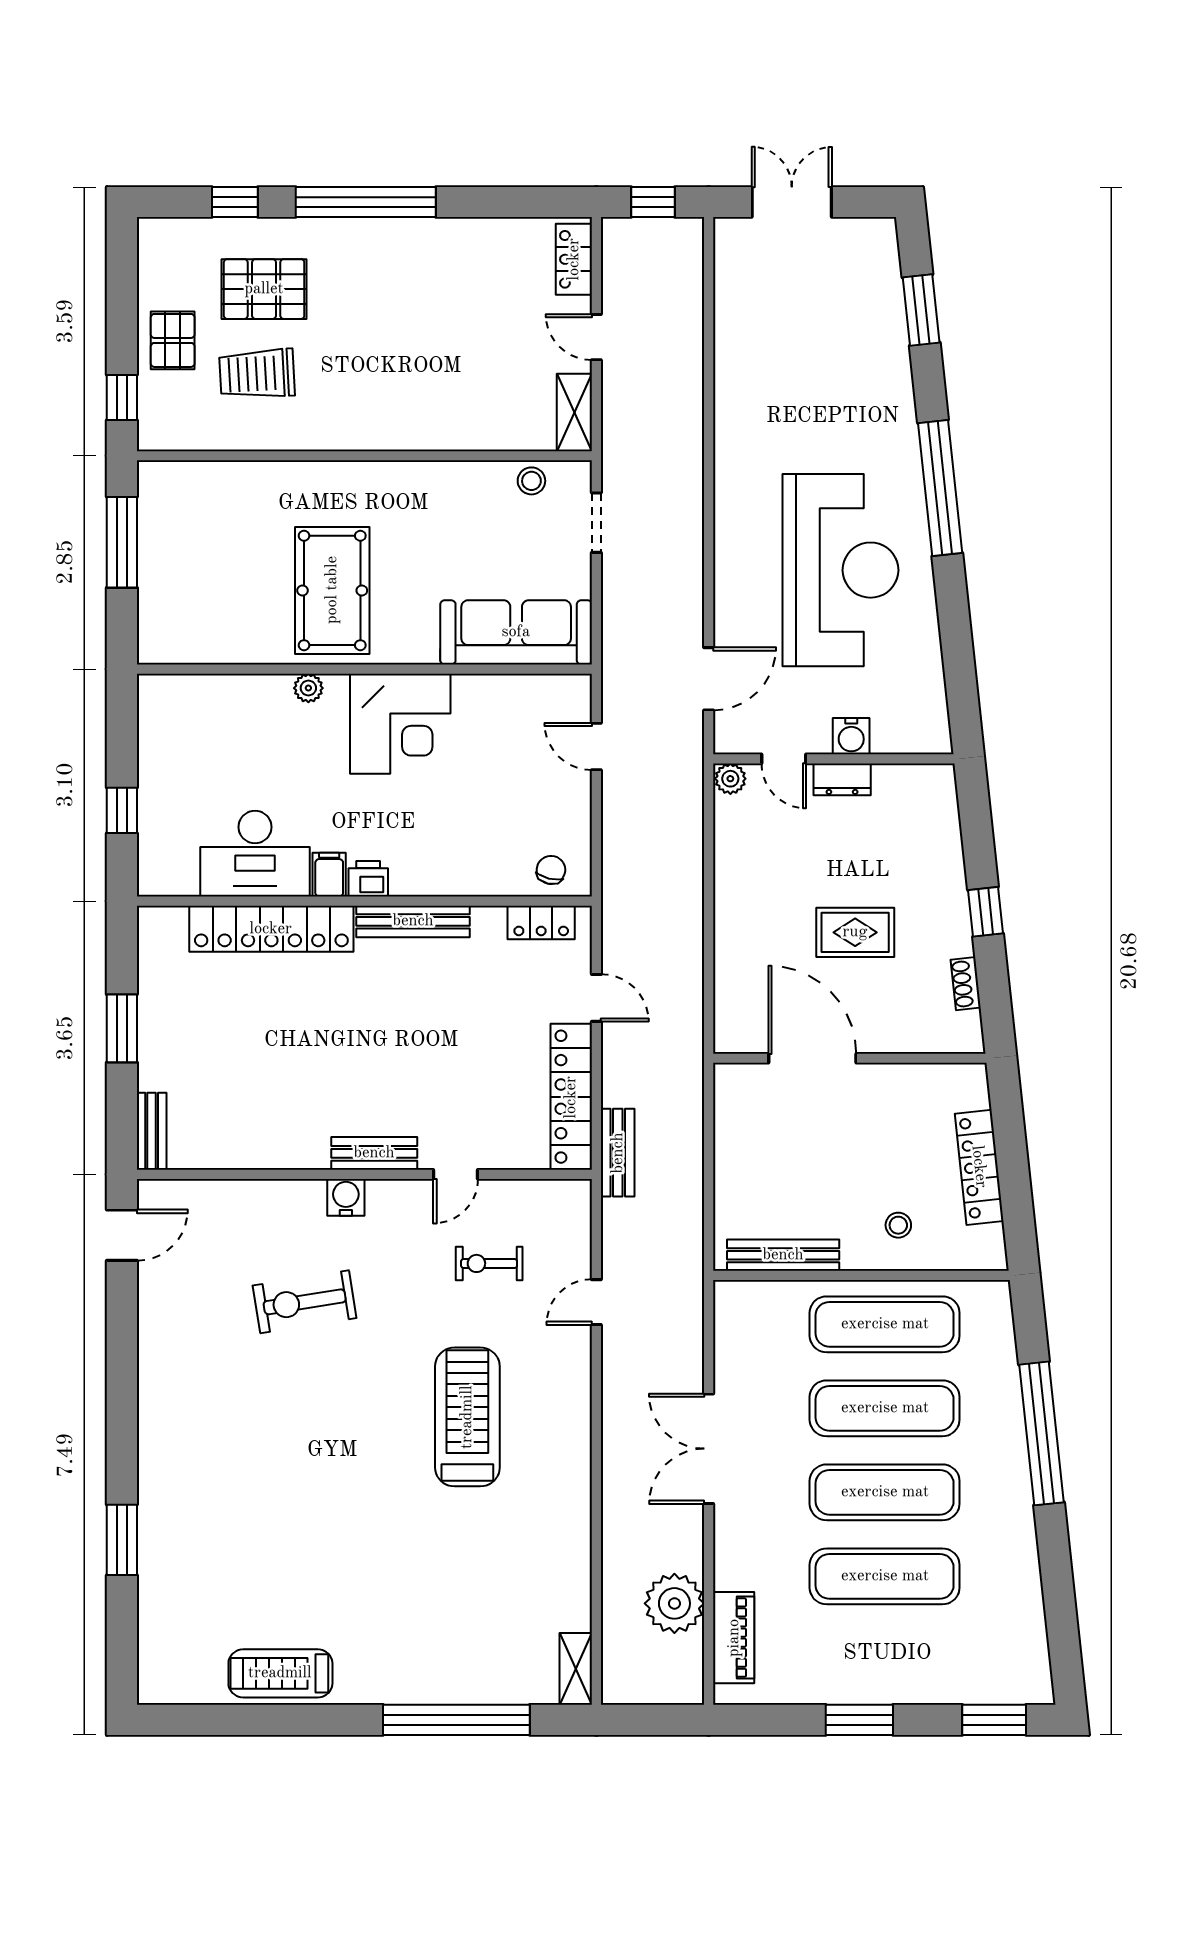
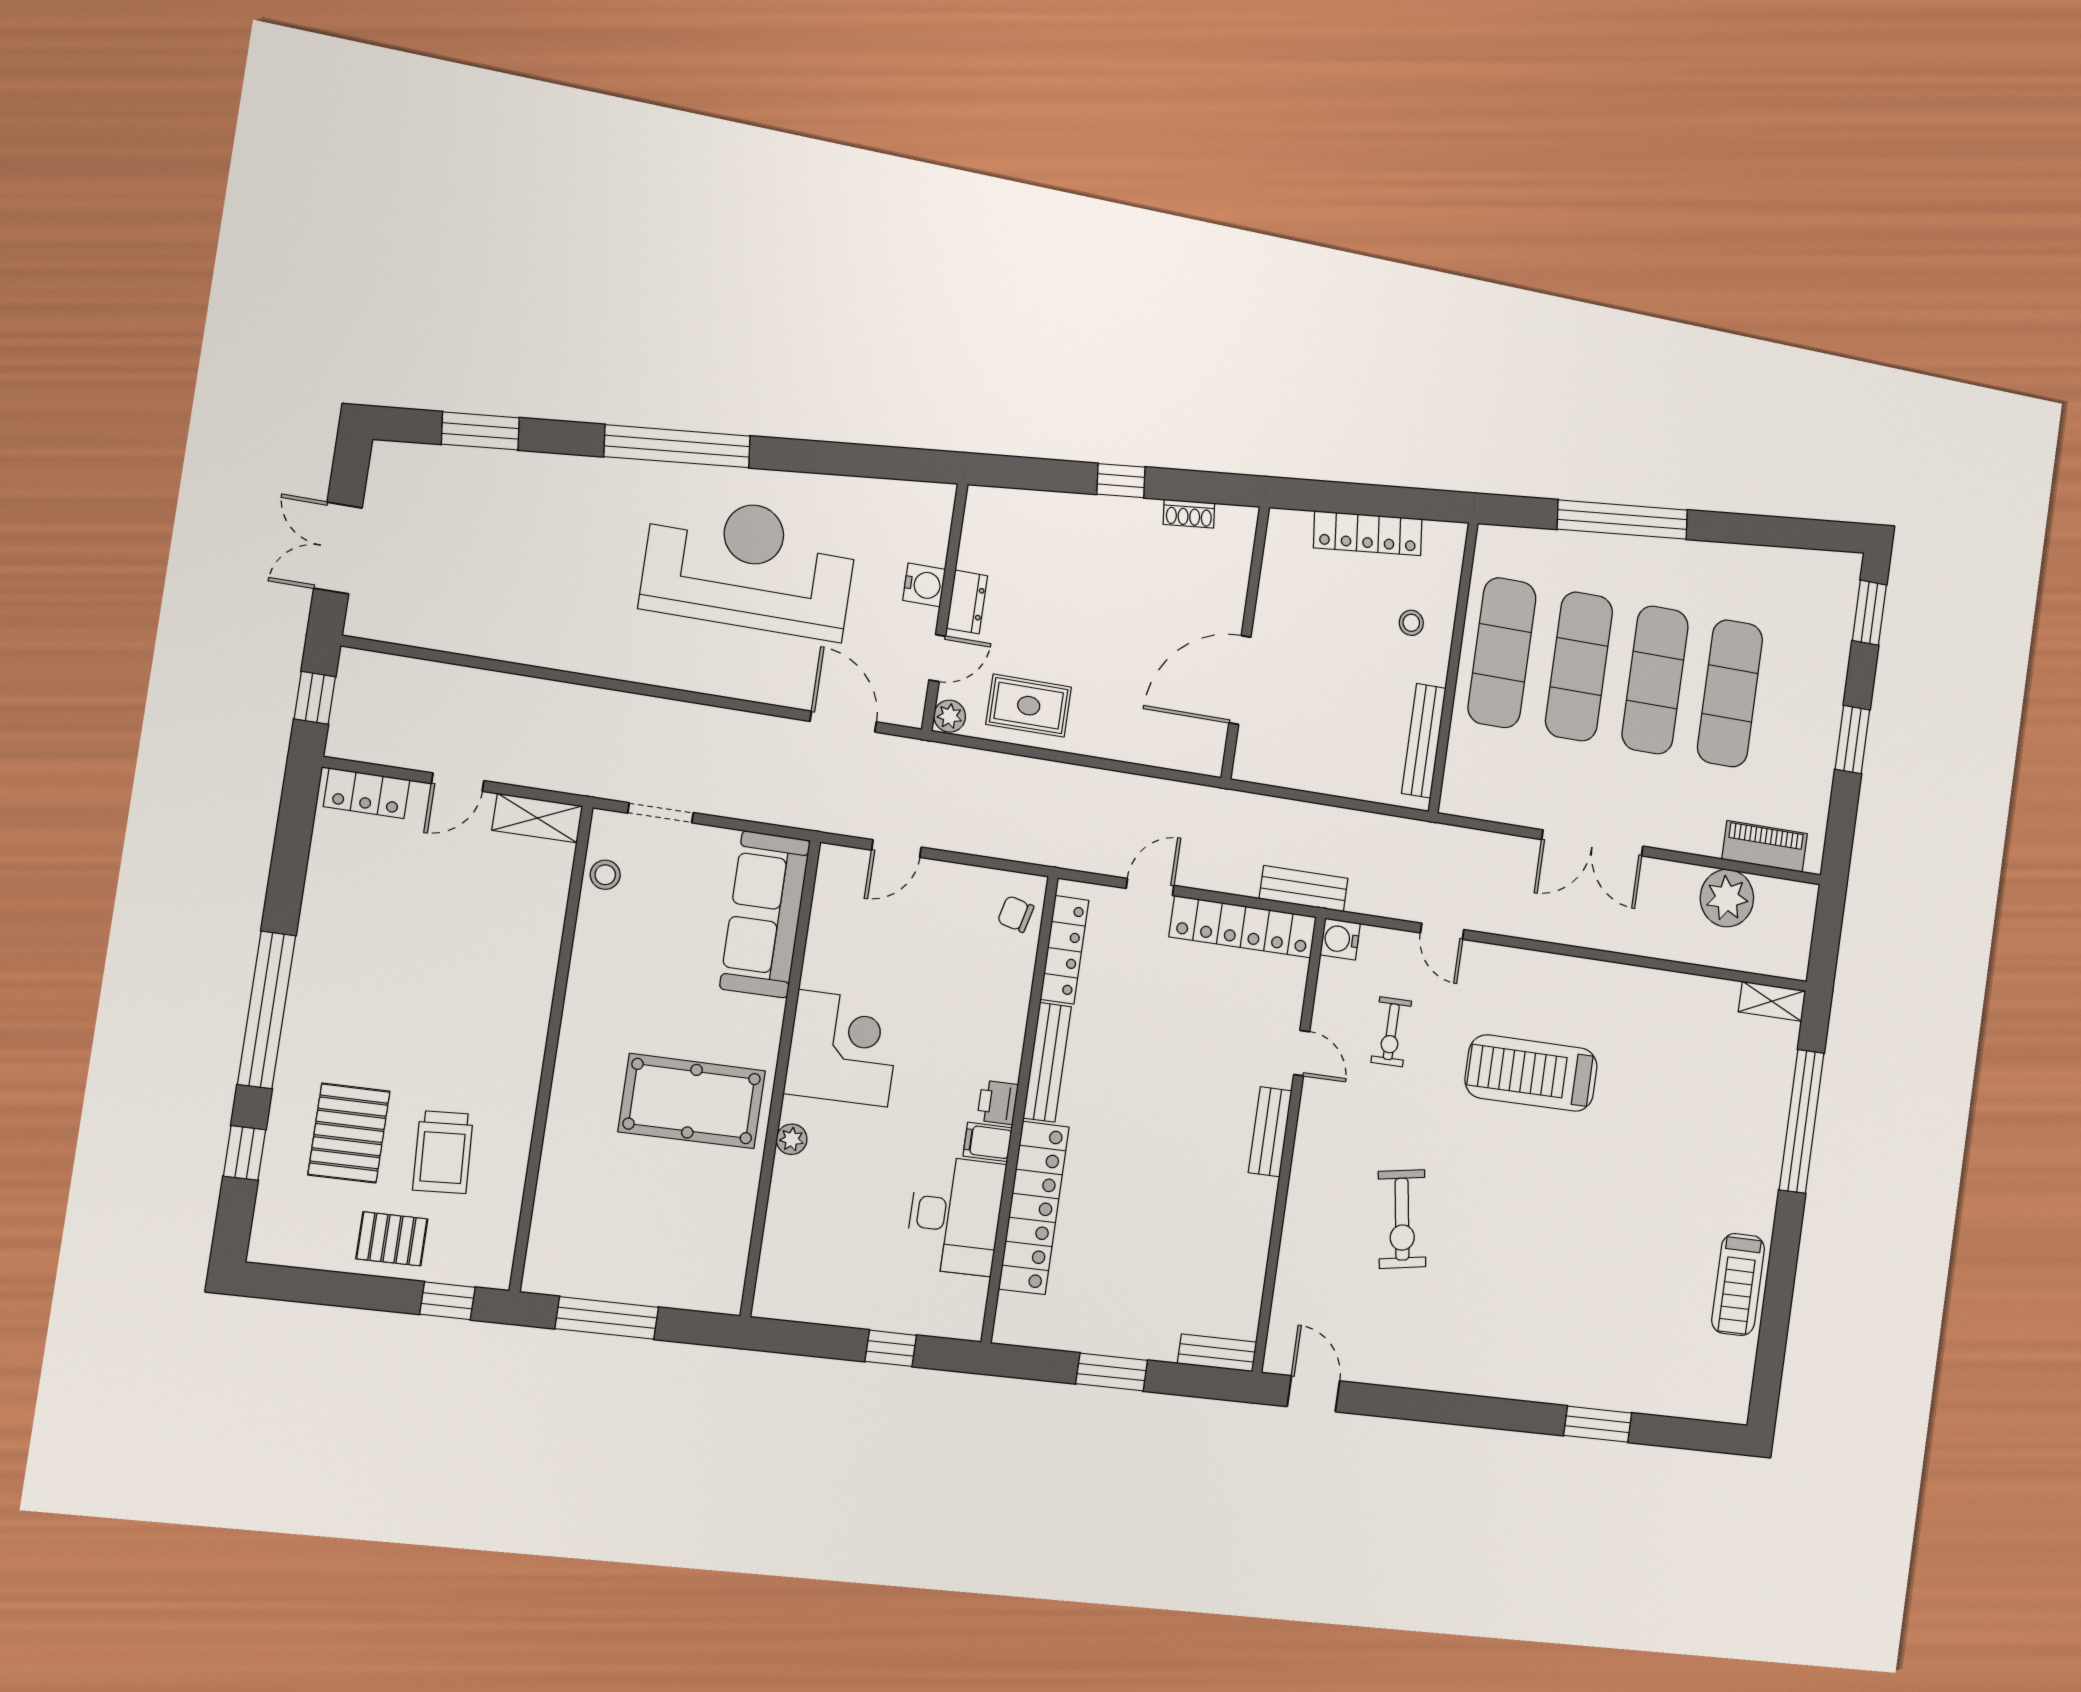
locker: (541, 922) -> (1064, 950), width x1.53
rug: (855, 932) -> (1029, 706), moved, turned 90
water cooler: (346, 1197) -> (1340, 939), moved

